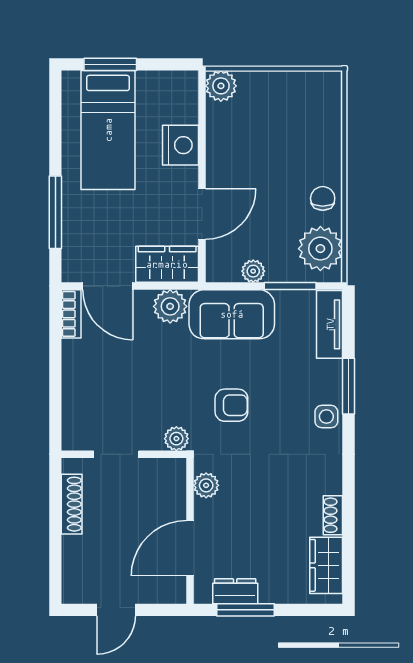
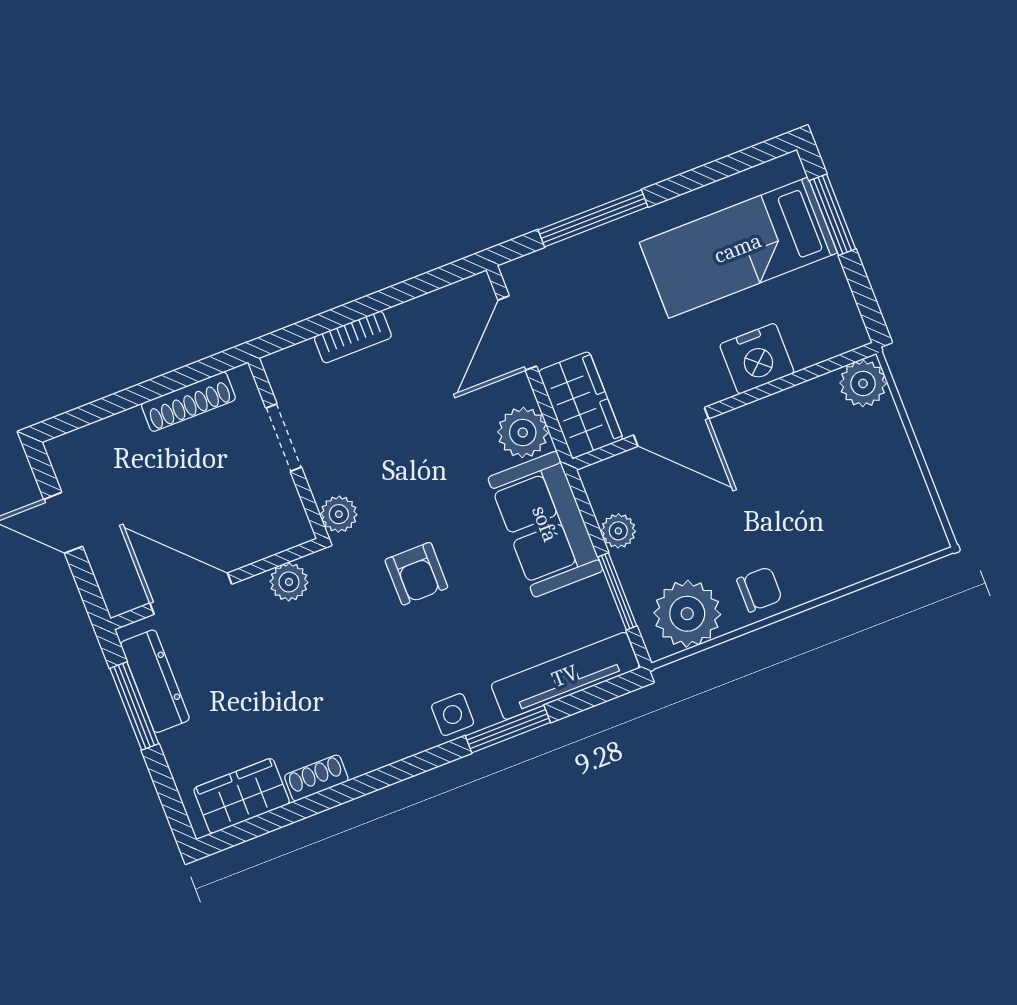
bookcase: (71, 314) -> (353, 337), moved
tv unit: (330, 324) -> (565, 676), width x1.41
dresser: (235, 591) -> (155, 681), width x1.44

